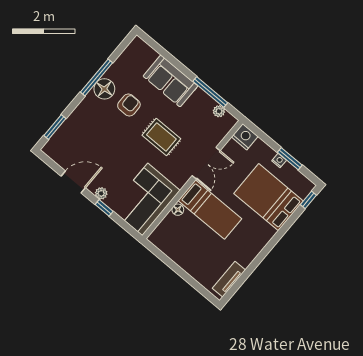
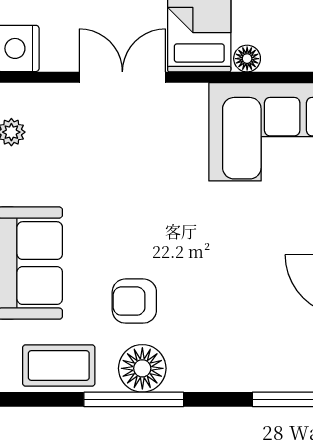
coffee table: (129, 62) -> (59, 365), added
rug: (161, 137) -> (143, 196), removed

